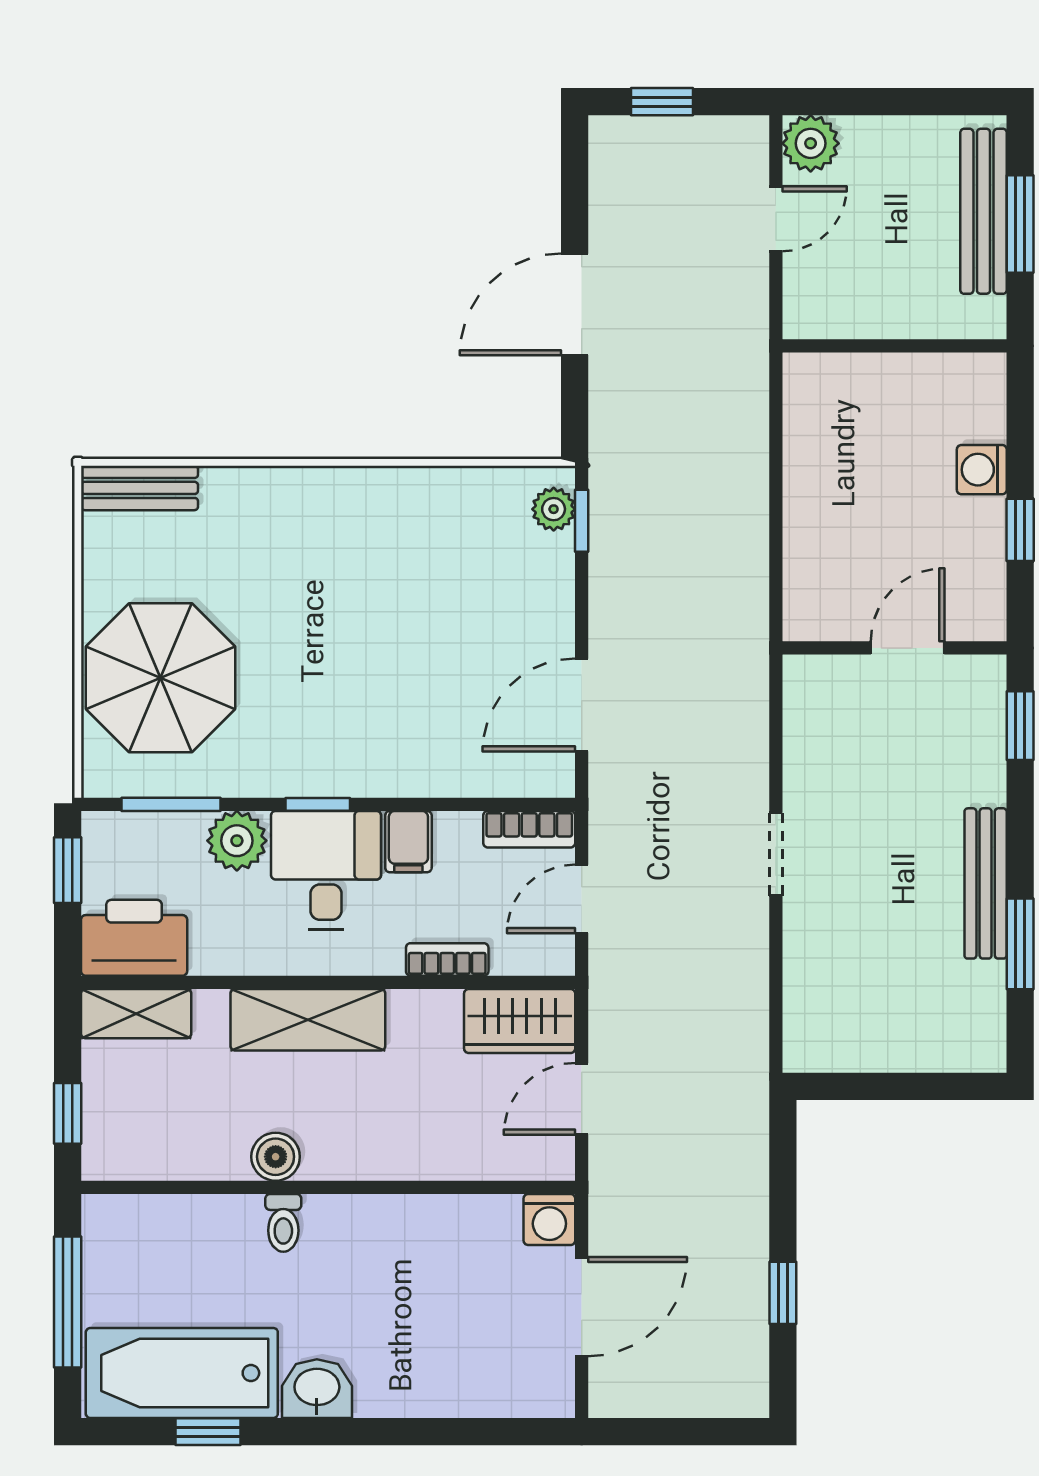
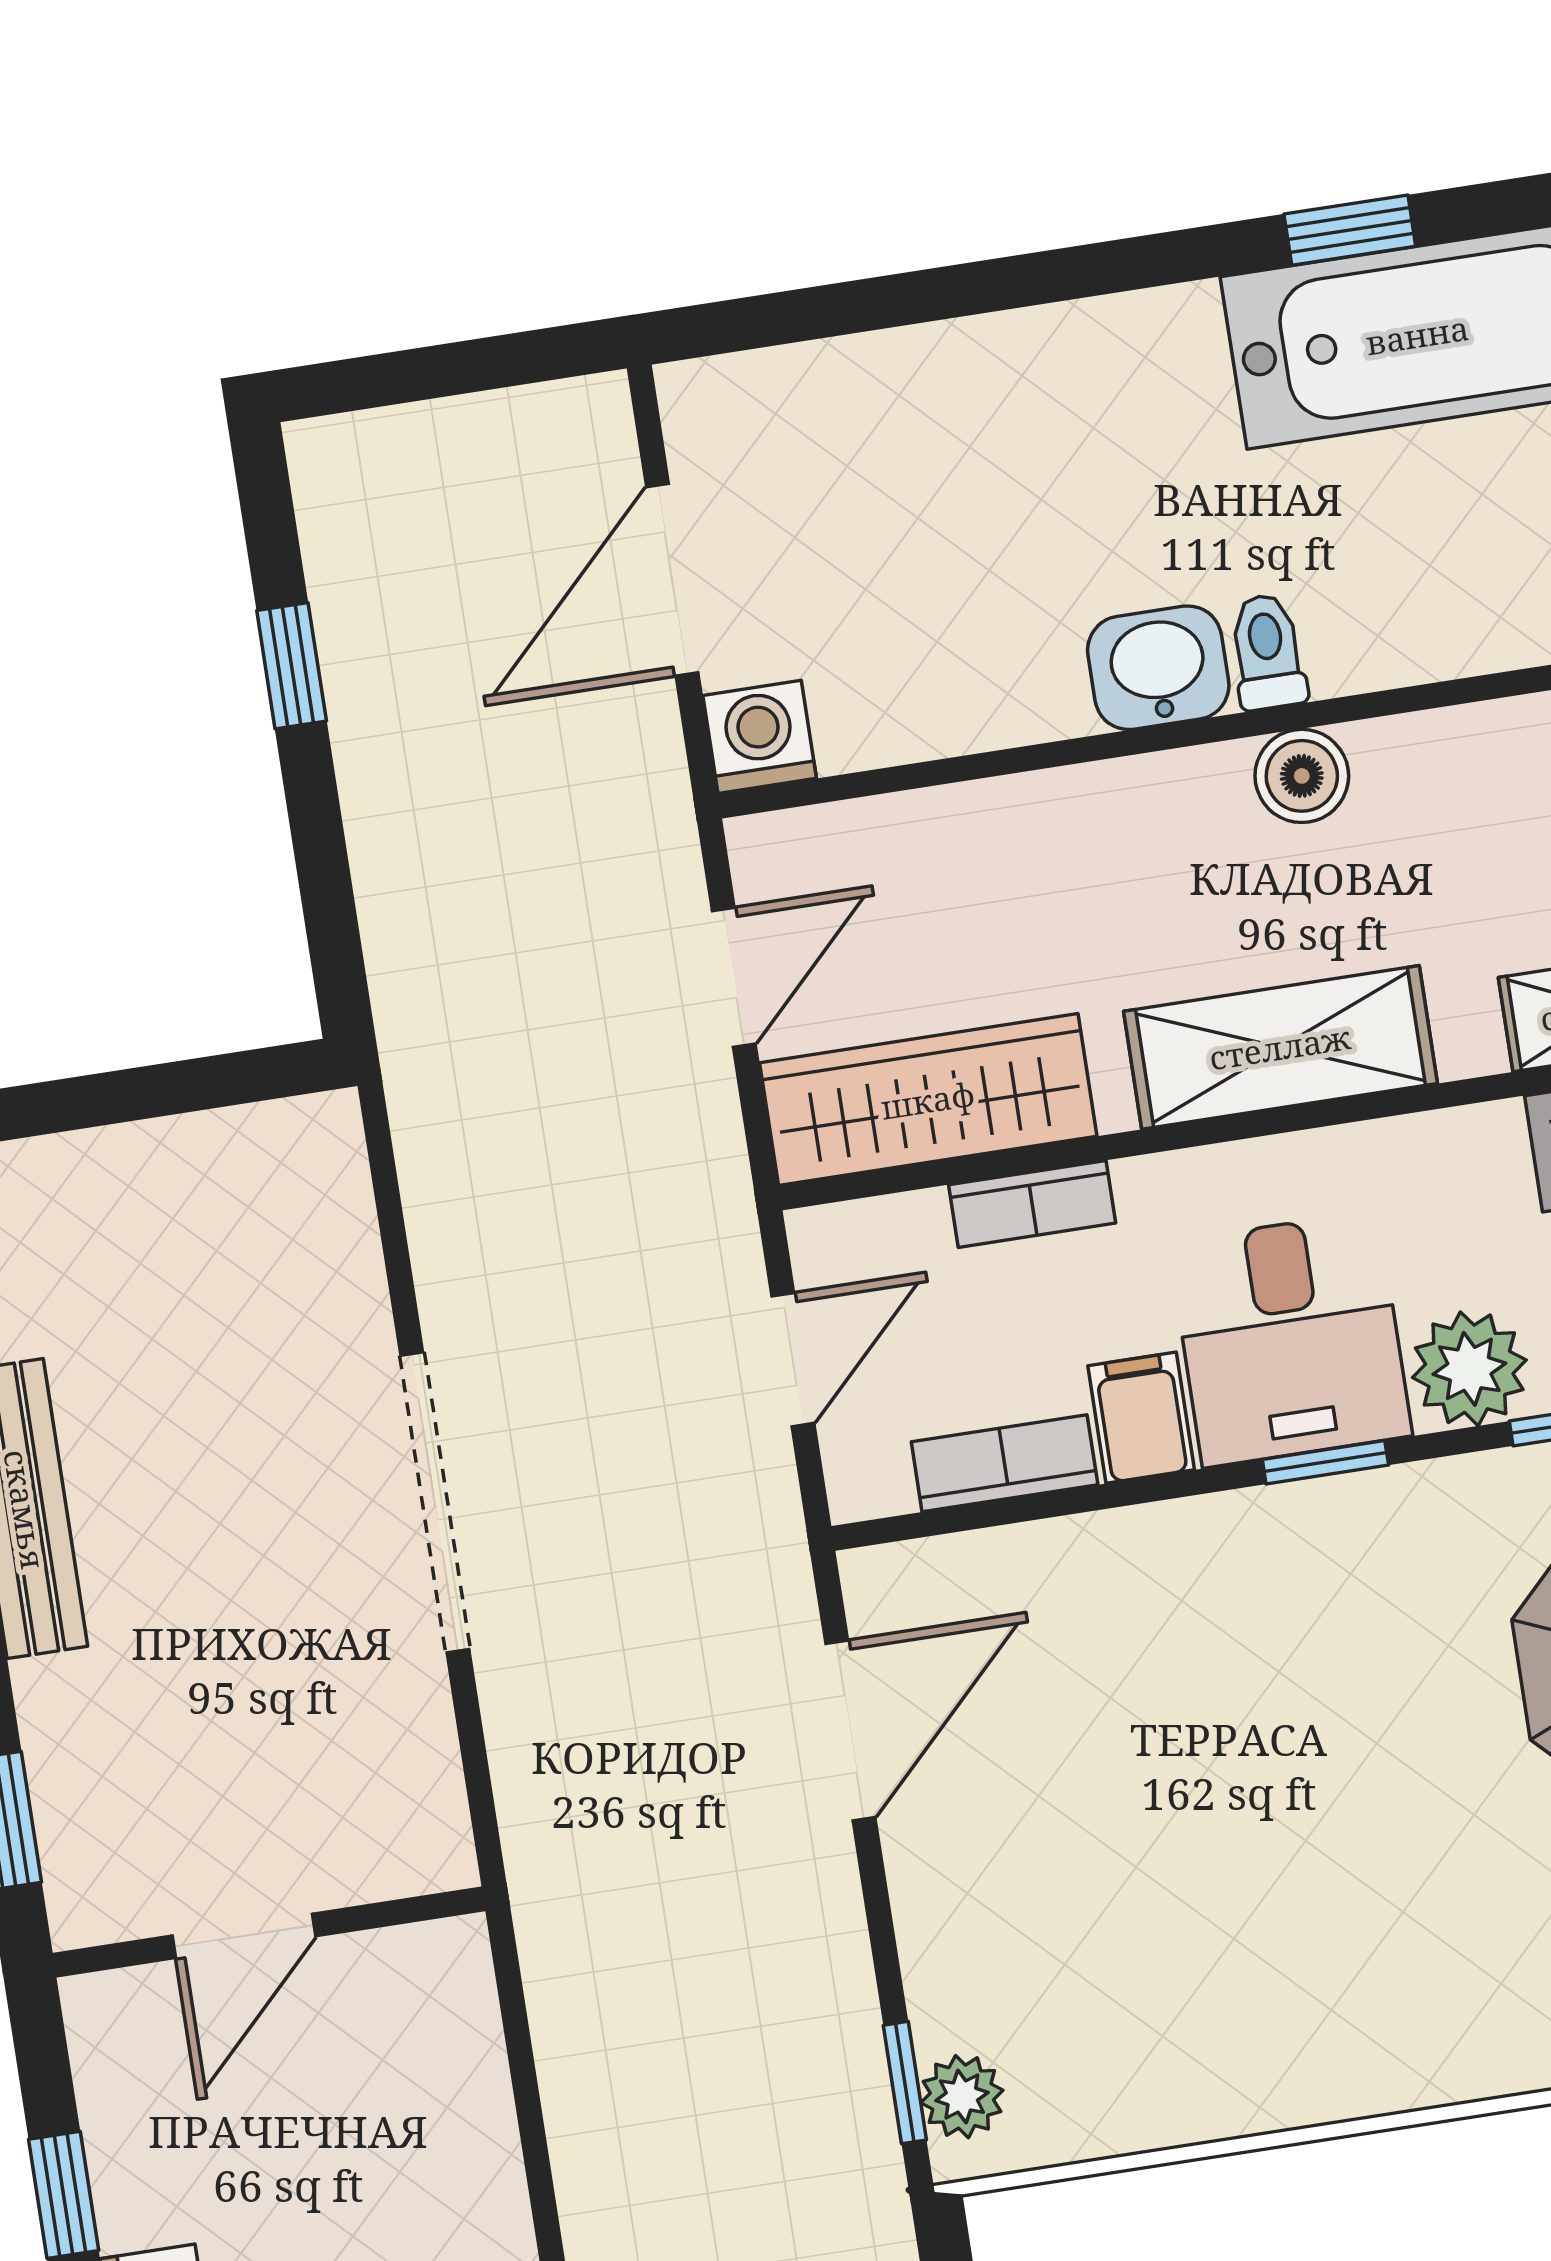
bookcase: (529, 829) -> (1005, 1463), moved
doorway: (776, 854) -> (435, 1502), width x1.88
wardrobe: (520, 1021) -> (928, 1100), width x1.50
washbasin: (317, 1389) -> (1158, 668), moved, turned 180

